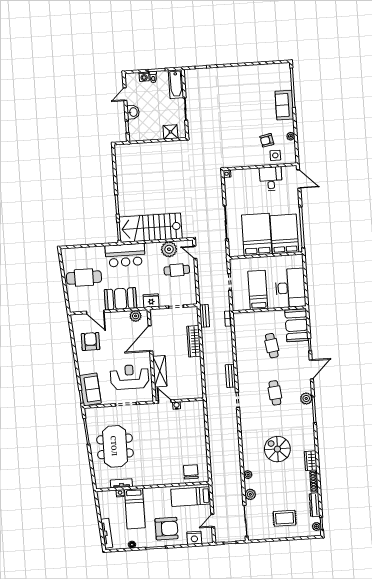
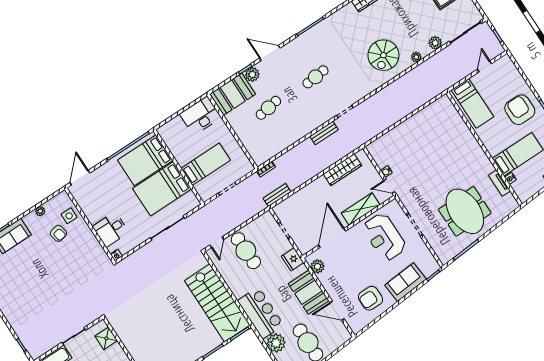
desk: (271, 179) -> (111, 229), moved
plant: (169, 249) -> (276, 343), moved
cafe table: (177, 270) -> (246, 251), width x1.37, depth x1.35
desk: (290, 288) -> (200, 116), width x0.73, depth x0.77
bed: (258, 290) -> (206, 164), moved, turned 180
door: (95, 312) -> (337, 311), swing flipped
door: (150, 338) -> (332, 238), swing flipped
wardrobe: (194, 341) -> (342, 170), moved
sofa: (90, 389) -> (406, 282), moved
plant: (306, 398) -> (252, 74), moved
door: (165, 402) -> (389, 186), hinge flipped
meeting table: (115, 446) -> (465, 211), turned 90
spiral stairs: (277, 449) -> (383, 55), moved
chair: (191, 472) -> (447, 118), removed
door: (213, 521) -> (484, 66), swing flipped
nightstand: (194, 538) -> (513, 75), removed

